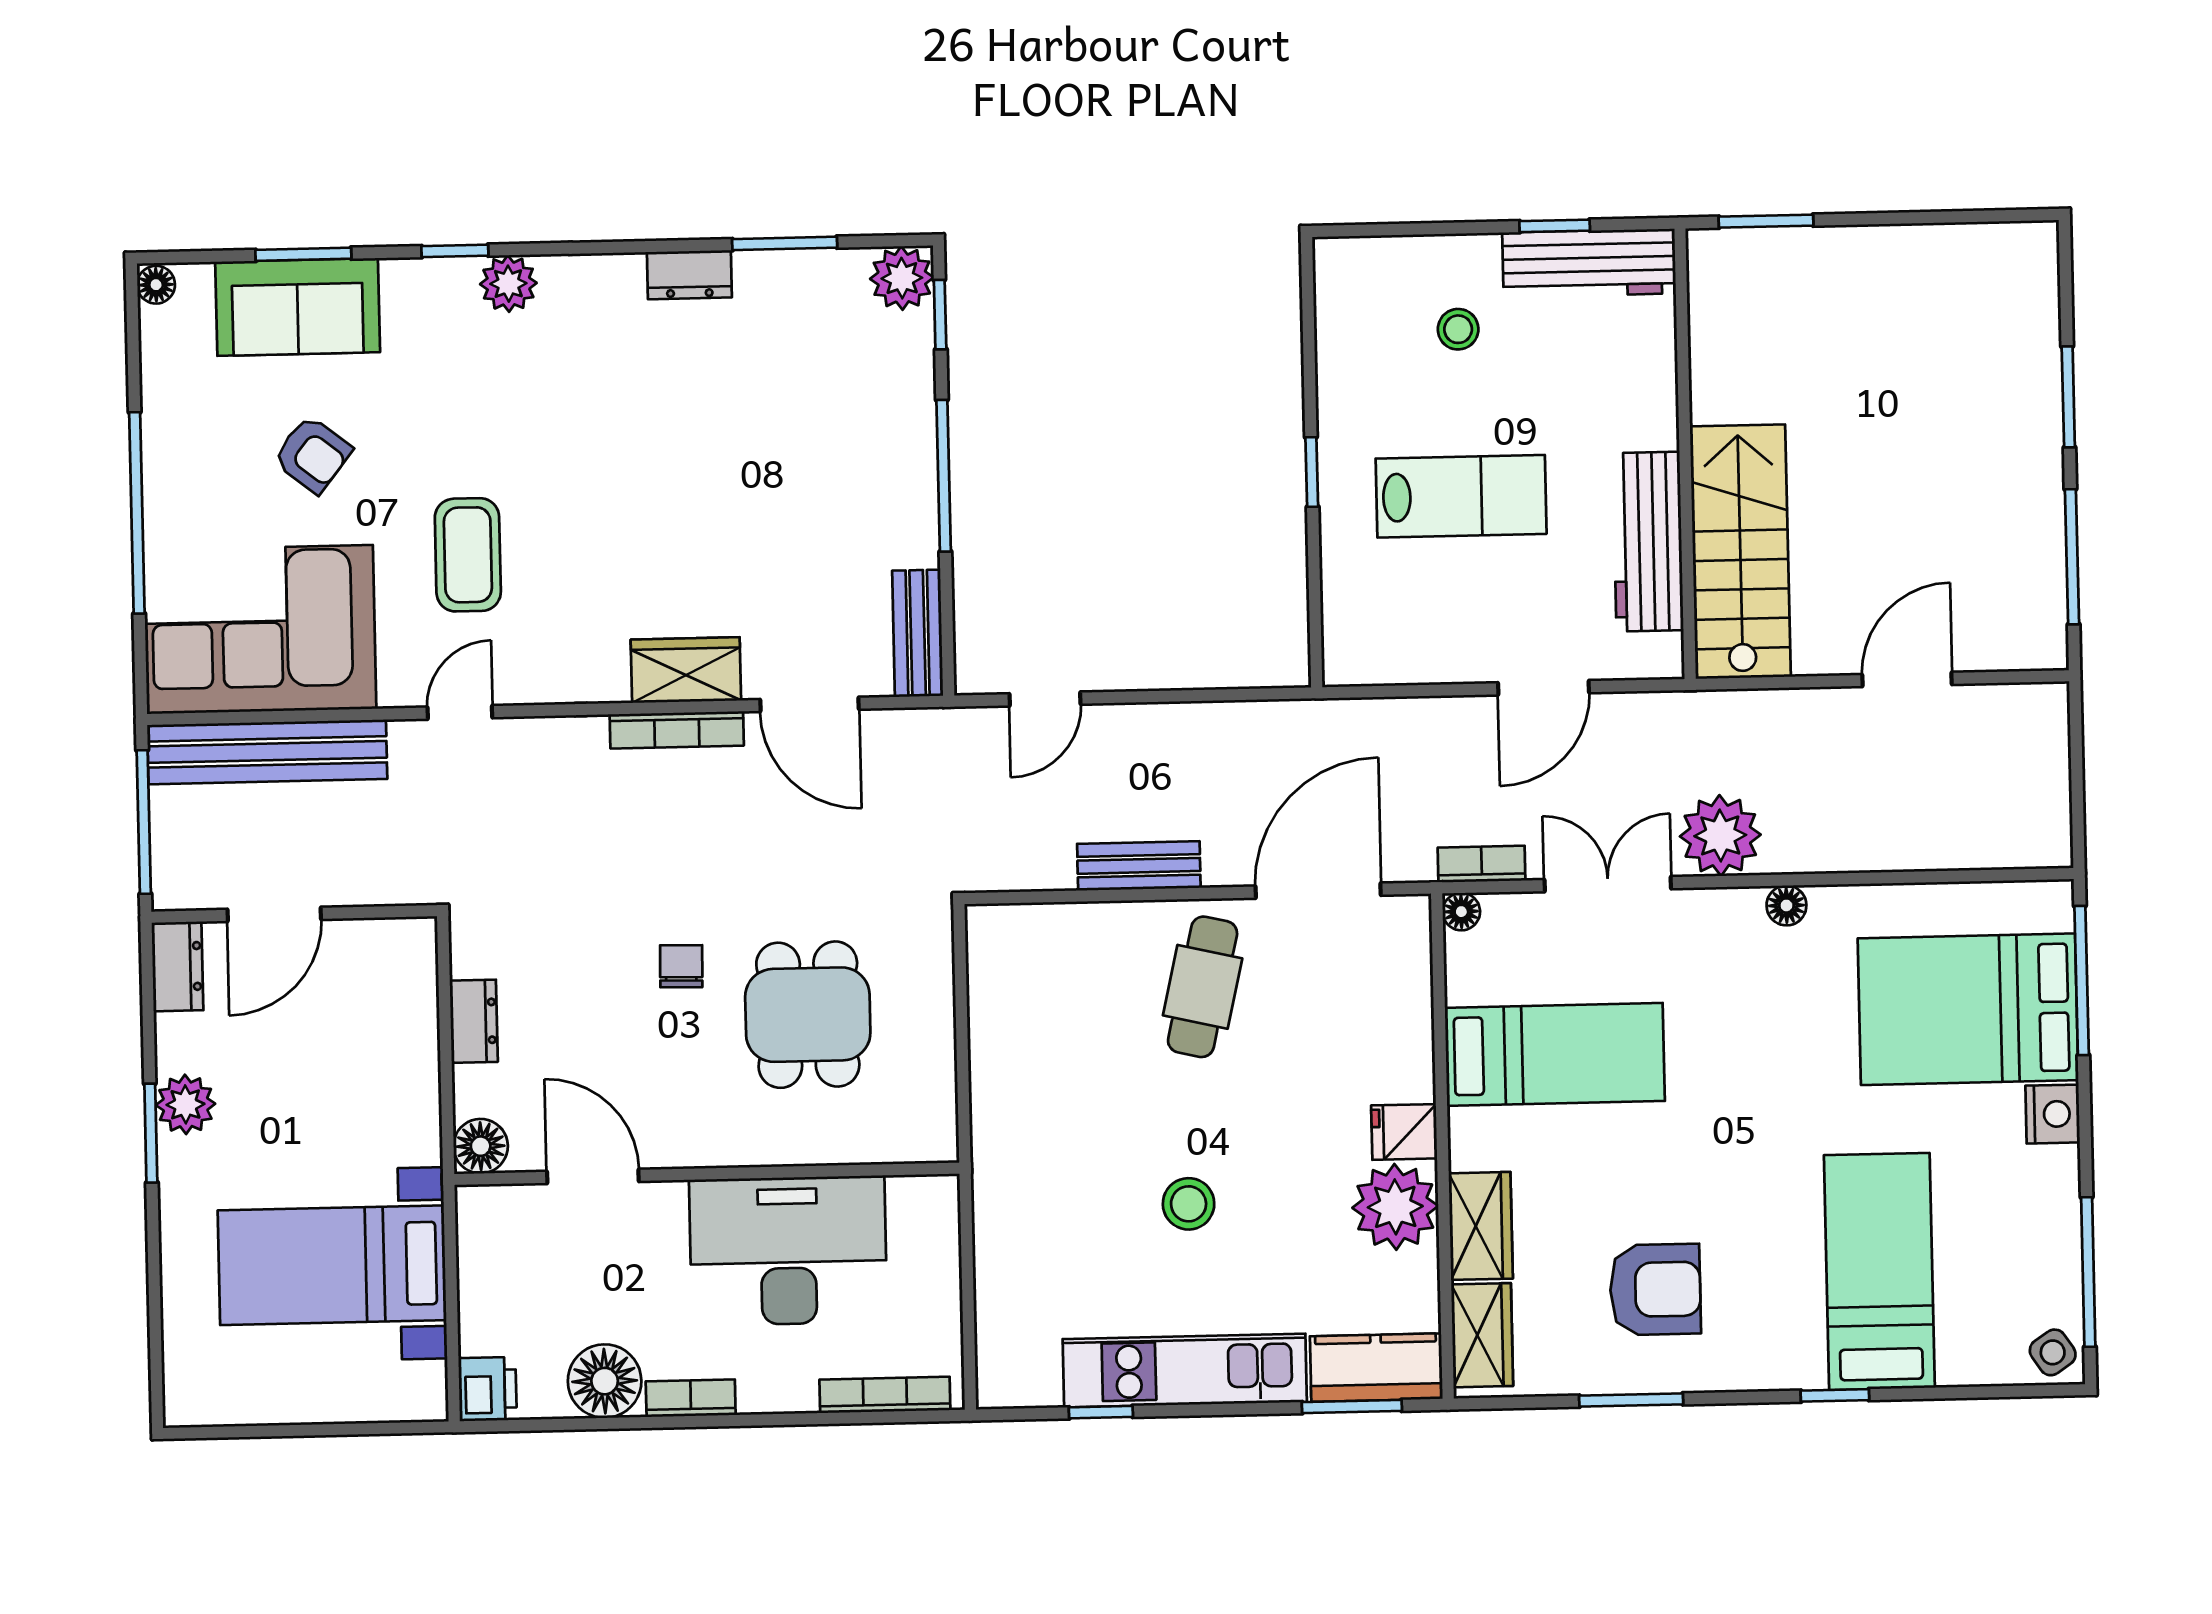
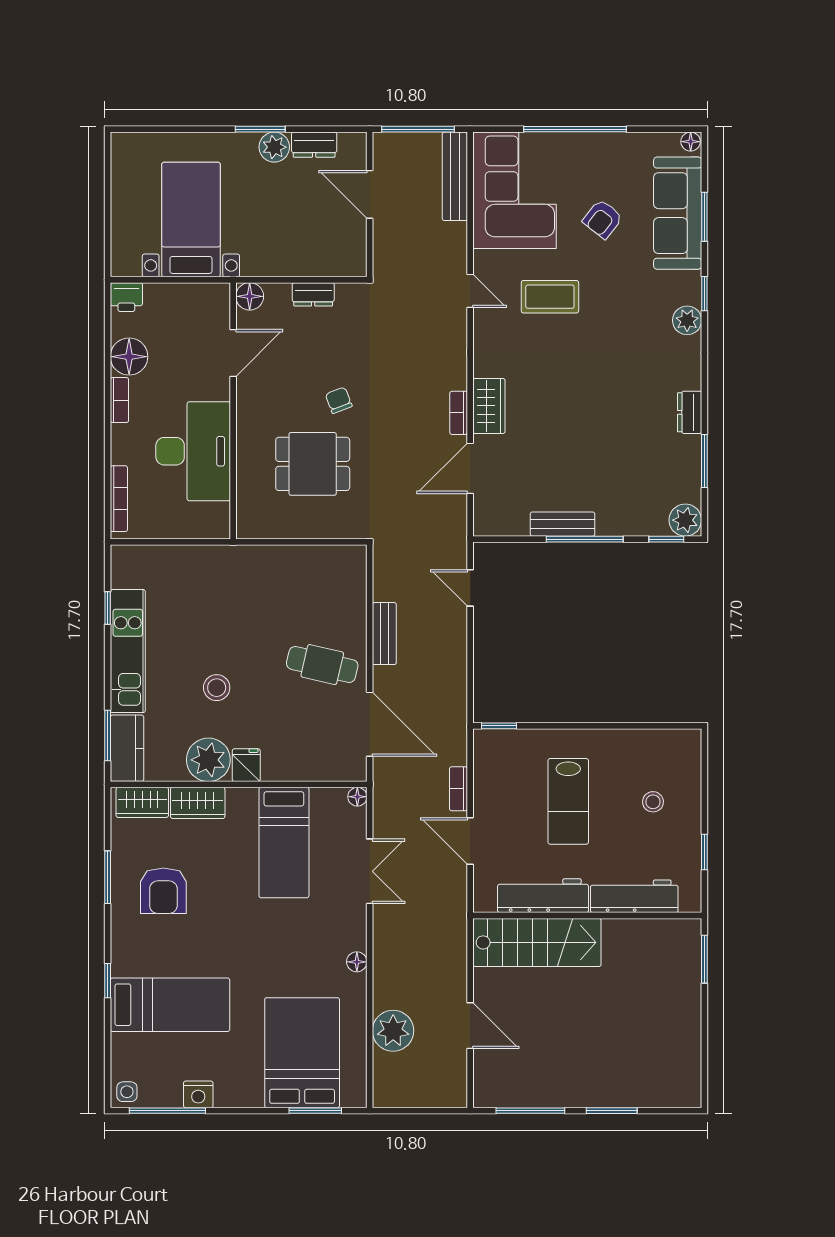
workbench: (1589, 263) -> (634, 896), moved, turned 90
sofa: (298, 307) -> (678, 213), width x1.36
window: (1312, 472) -> (499, 726), moved
bench: (918, 633) -> (563, 524), moved
bookcase: (677, 730) -> (459, 413), width x0.64
bench: (267, 752) -> (455, 176), width x0.73, depth x0.82
plant: (1720, 835) -> (393, 1031), moved
bookcase: (1482, 864) -> (458, 789), moved, turned 180
dresser: (178, 966) -> (314, 145), moved
chair: (681, 966) -> (339, 400), turned -112
window: (2082, 980) -> (315, 1111), width x0.69
nightstand: (2053, 1114) -> (198, 1094), moved
stool: (1189, 1204) -> (217, 688), moved
side table: (2053, 1352) -> (127, 1092), turned 34

